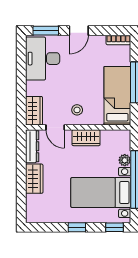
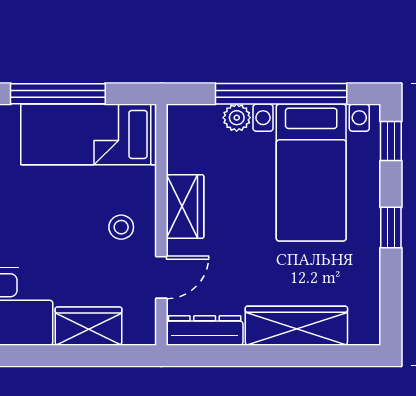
wardrobe: (34, 111) -> (88, 326), moved
wardrobe: (34, 179) -> (296, 326), width x1.50

